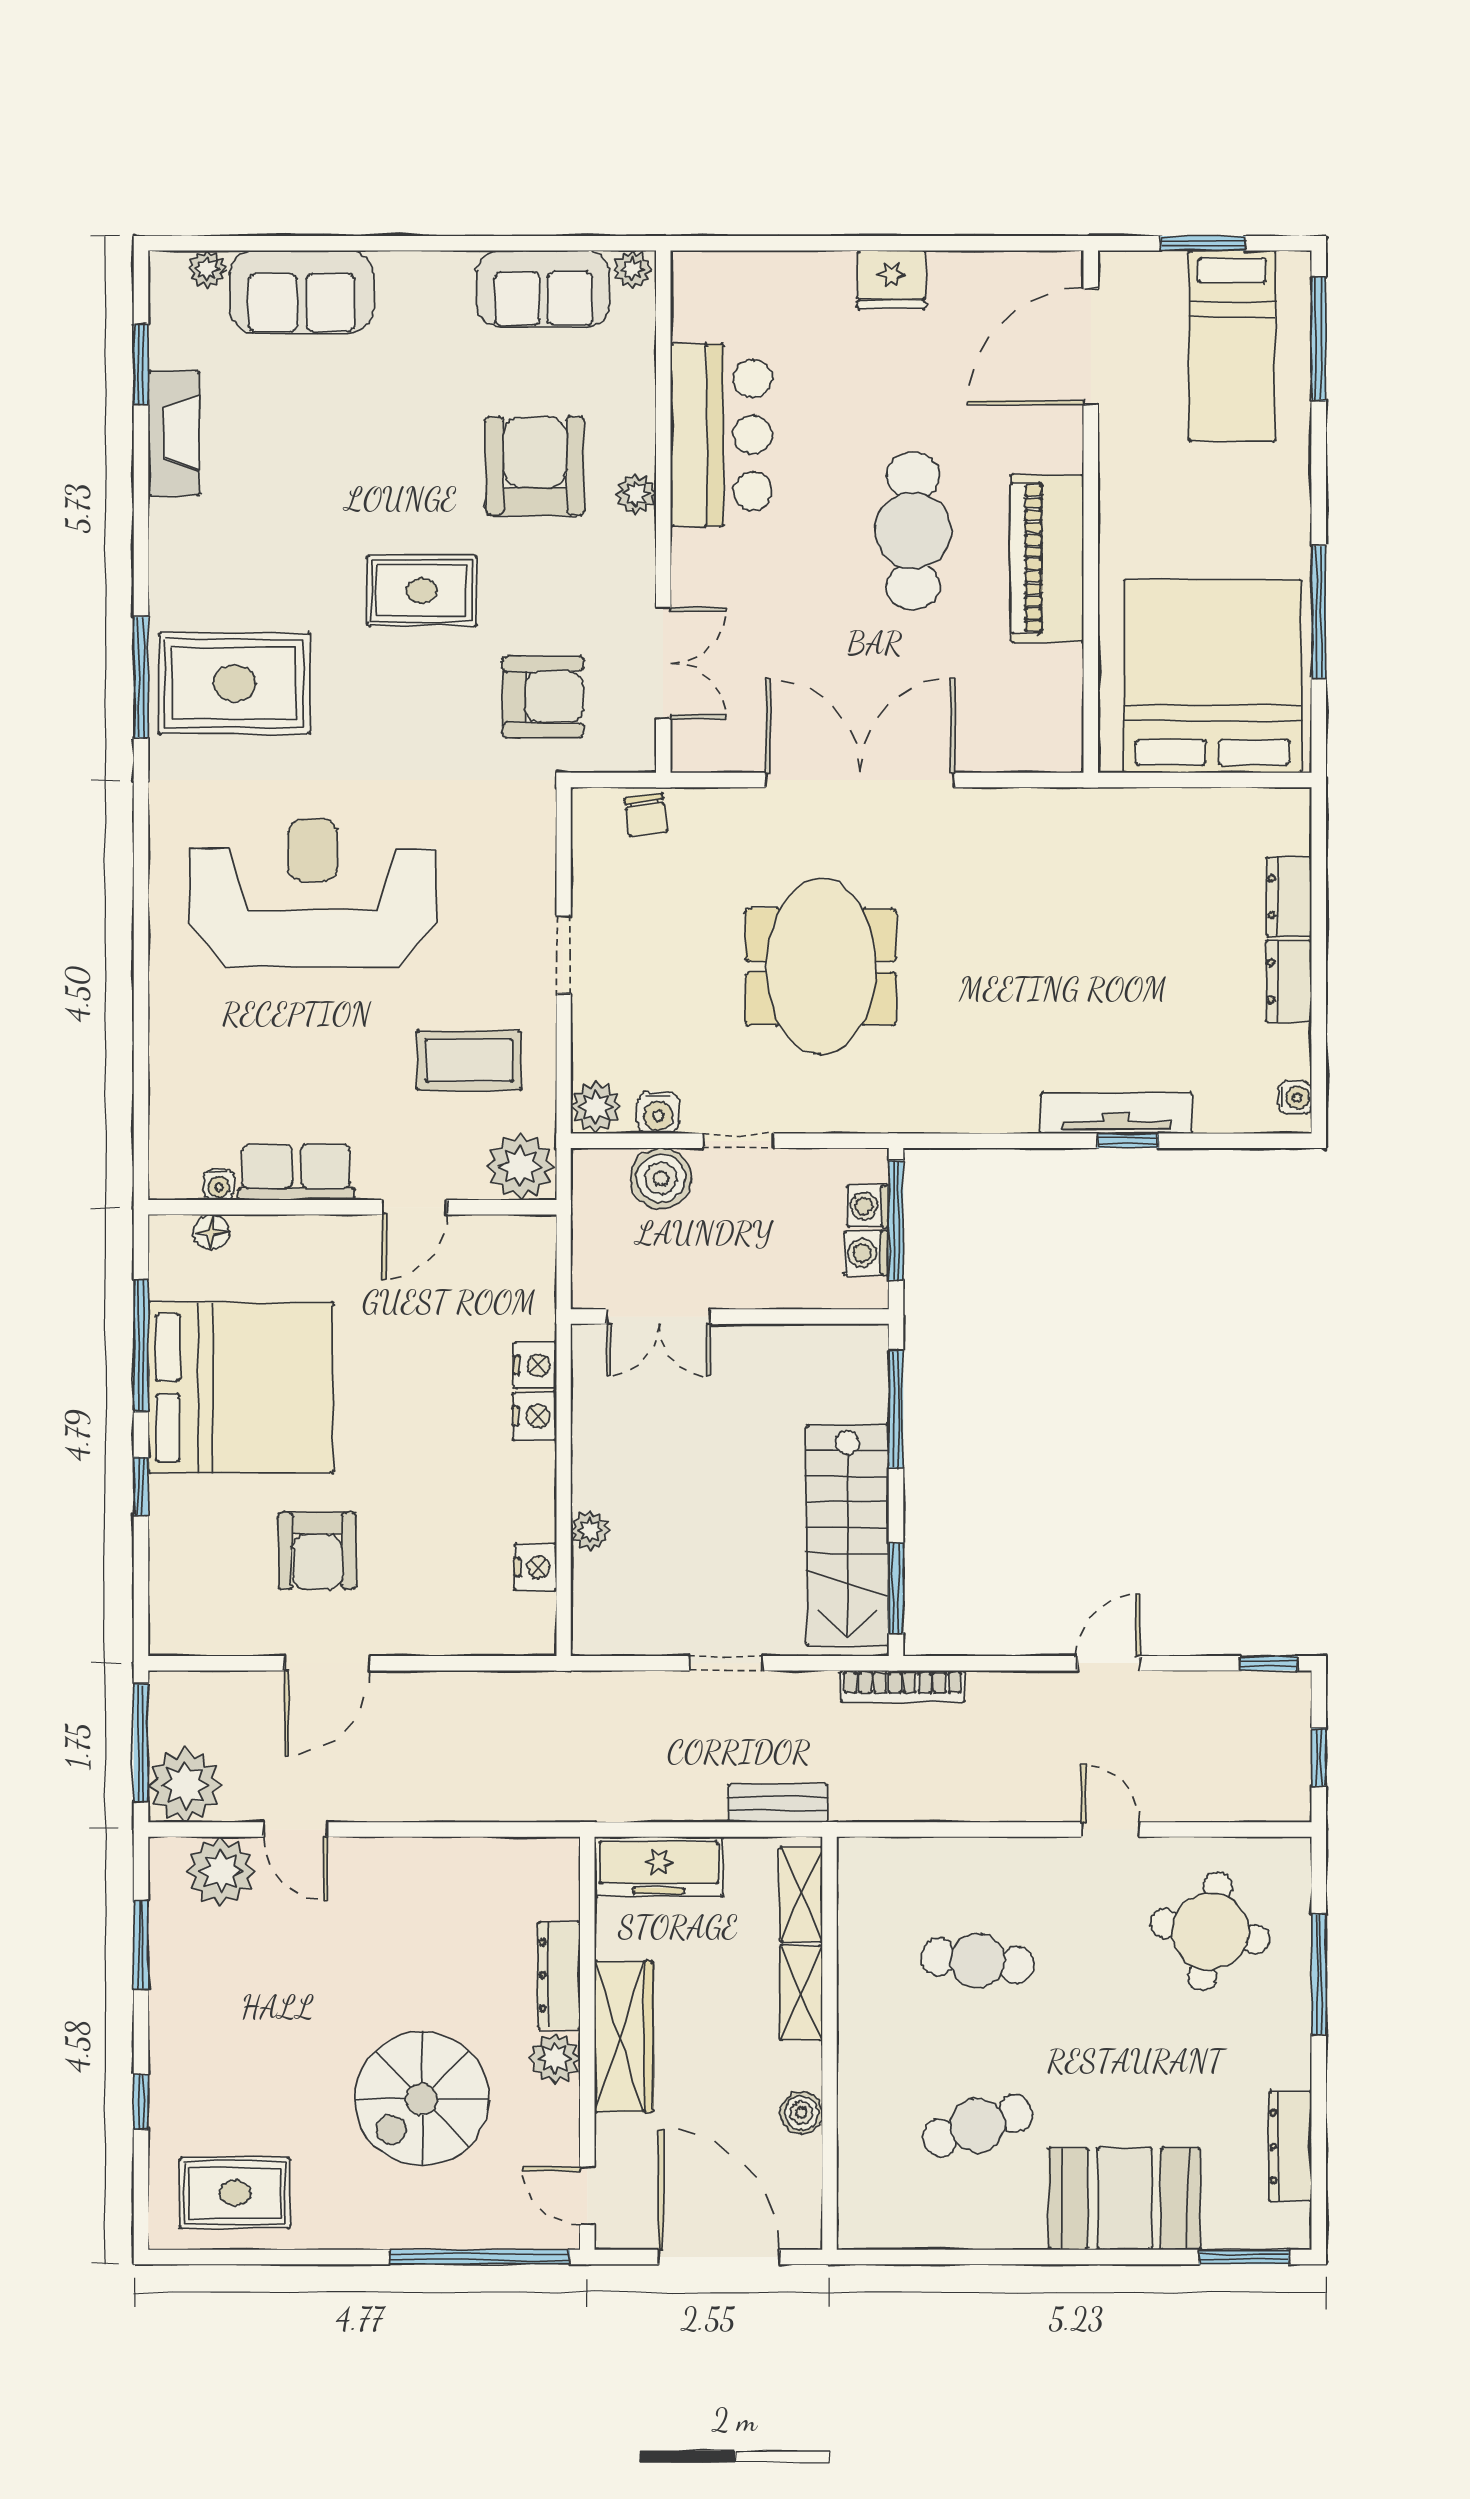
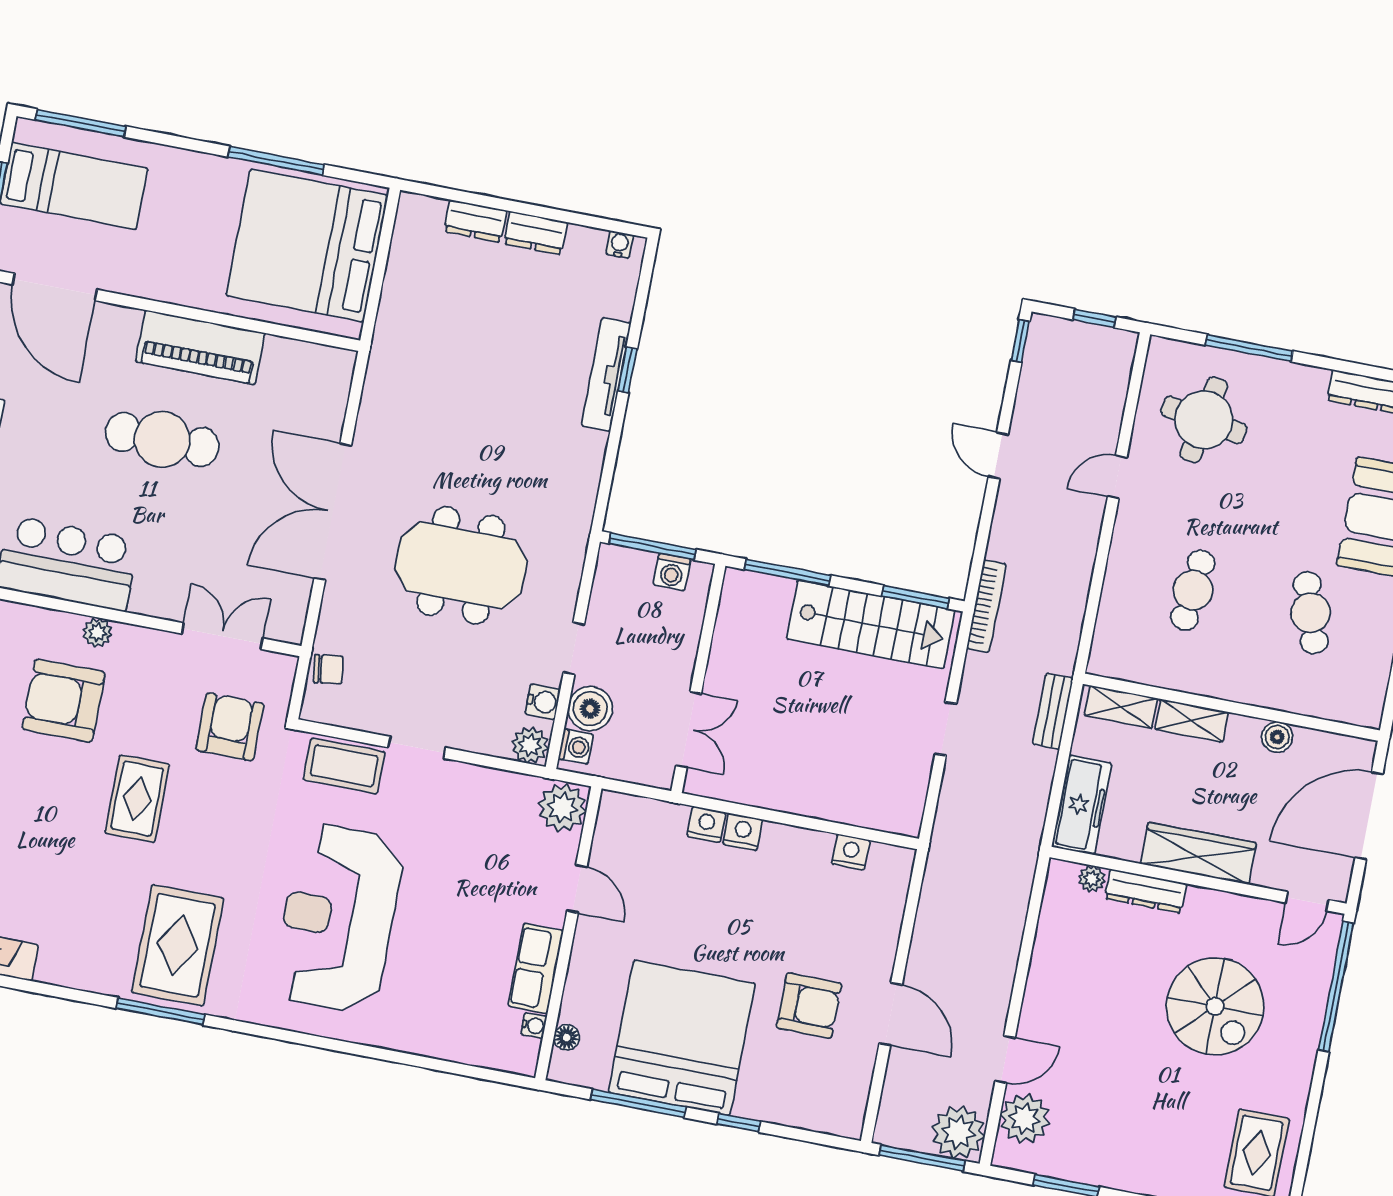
coffee table: (469, 1061) -> (344, 766), moved, turned 90
washing machine: (868, 1206) -> (576, 747), moved, turned -90
plant: (590, 1531) -> (832, 808), removed
plant: (555, 2058) -> (1092, 879), moved, width x0.73, depth x0.73

